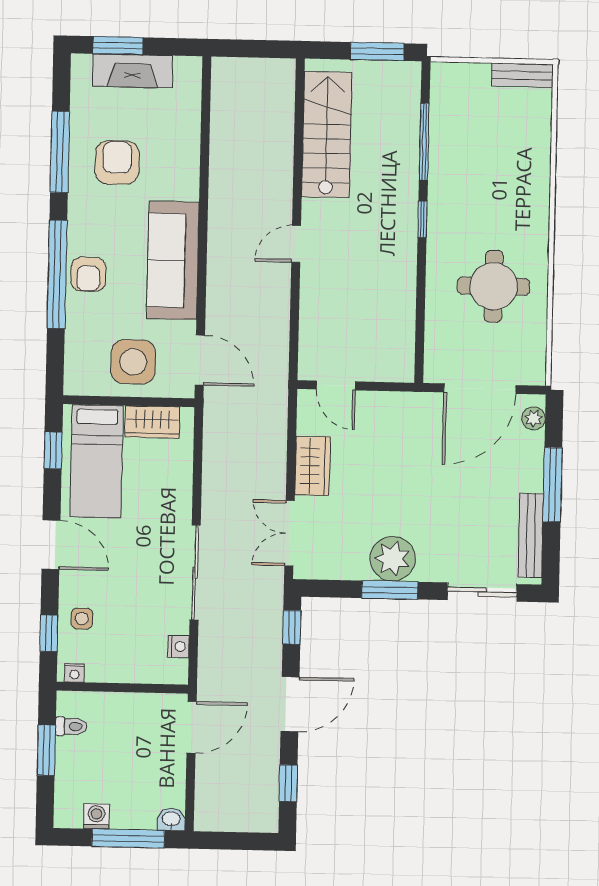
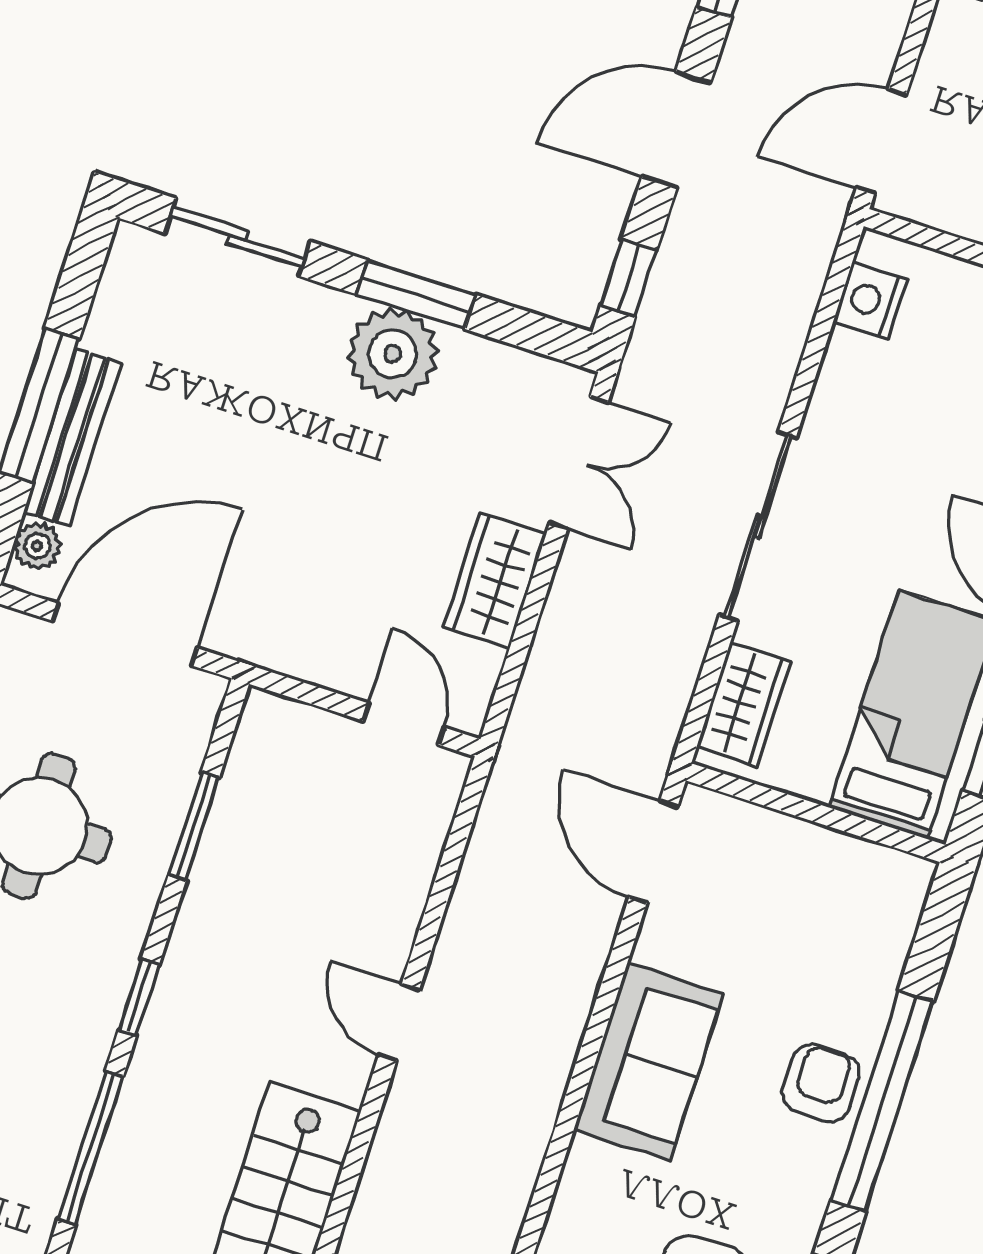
door: (296, 244) -> (399, 1022), swing flipped
sofa: (173, 260) -> (649, 1062), width x0.73
window: (420, 308) -> (194, 826), added
side table: (133, 362) -> (784, 887), removed
wardrobe: (152, 422) -> (744, 704), moved, turned 90
bench: (531, 535) -> (72, 437), moved
sliding door: (195, 573) -> (758, 526), moved
nightstand: (179, 646) -> (870, 300), width x1.39, depth x1.35

